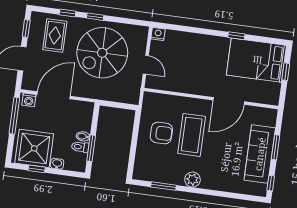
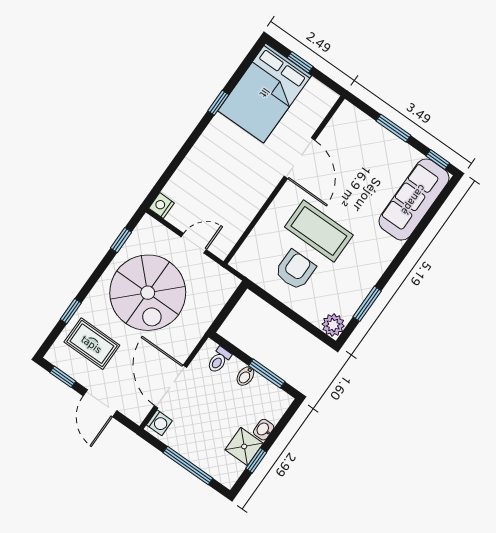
window: (95, 17) -> (121, 240), moved
window: (14, 116) -> (188, 465), moved
toilet: (80, 147) -> (219, 360), moved
shower: (34, 148) -> (244, 446), width x0.54, depth x0.54
sofa: (260, 154) -> (414, 200), moved, turned 90
plant: (193, 180) -> (333, 325), moved

